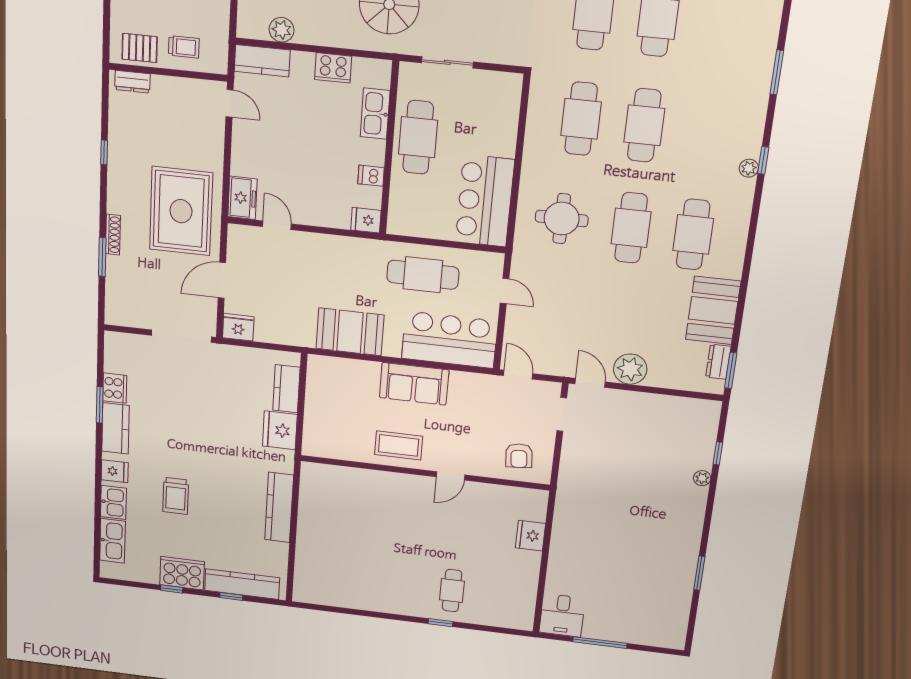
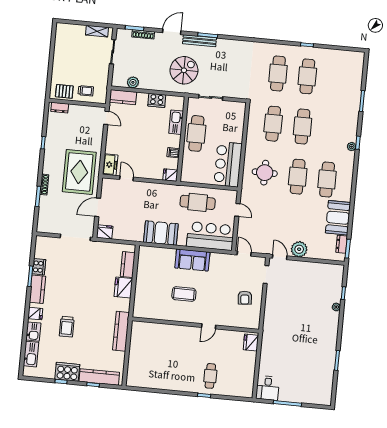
wall: (425, 473) -> (195, 325), moved
door: (451, 476) -> (209, 326), moved

